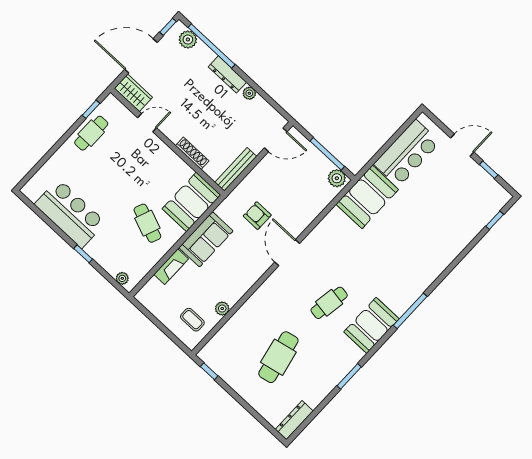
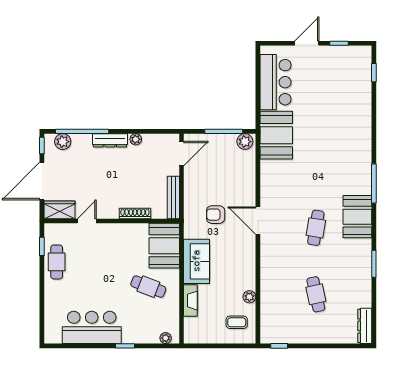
cafe table: (278, 357) -> (316, 294), width x0.73, depth x0.74

